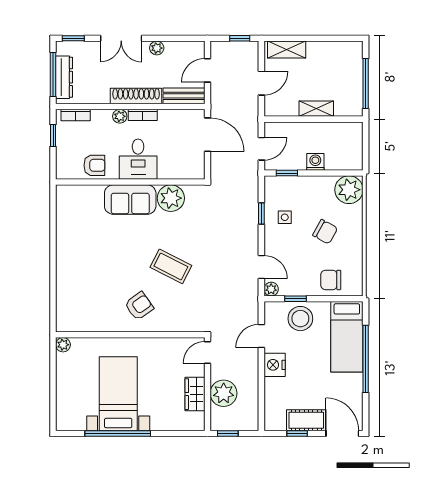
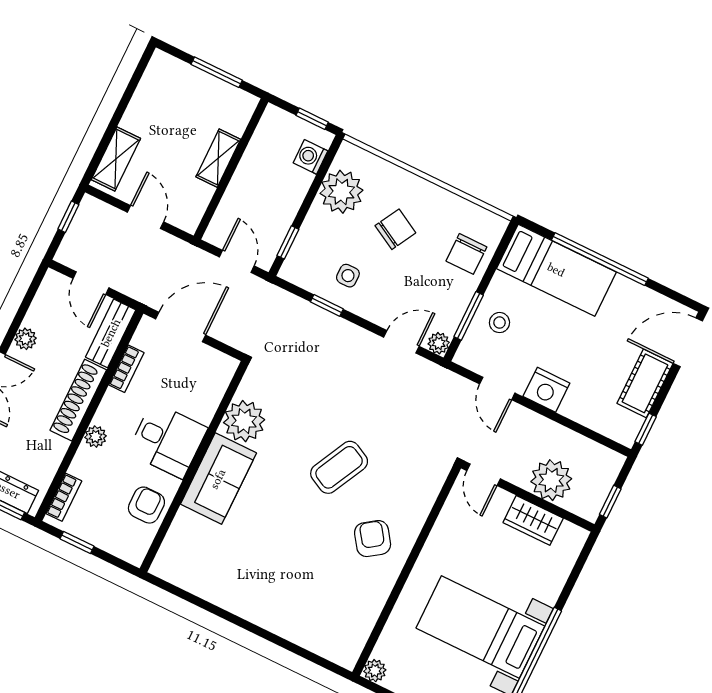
window: (366, 83) -> (217, 72), width x0.69
bookcase: (143, 115) -> (126, 369), moved
window: (366, 152) -> (312, 119), added
washing machine: (315, 162) -> (310, 157), moved
plant: (349, 190) -> (341, 192), moved
window: (296, 299) -> (469, 316), width x1.50
stool: (300, 319) -> (499, 323), width x0.53, depth x0.53
window: (297, 434) -> (646, 429), moved

